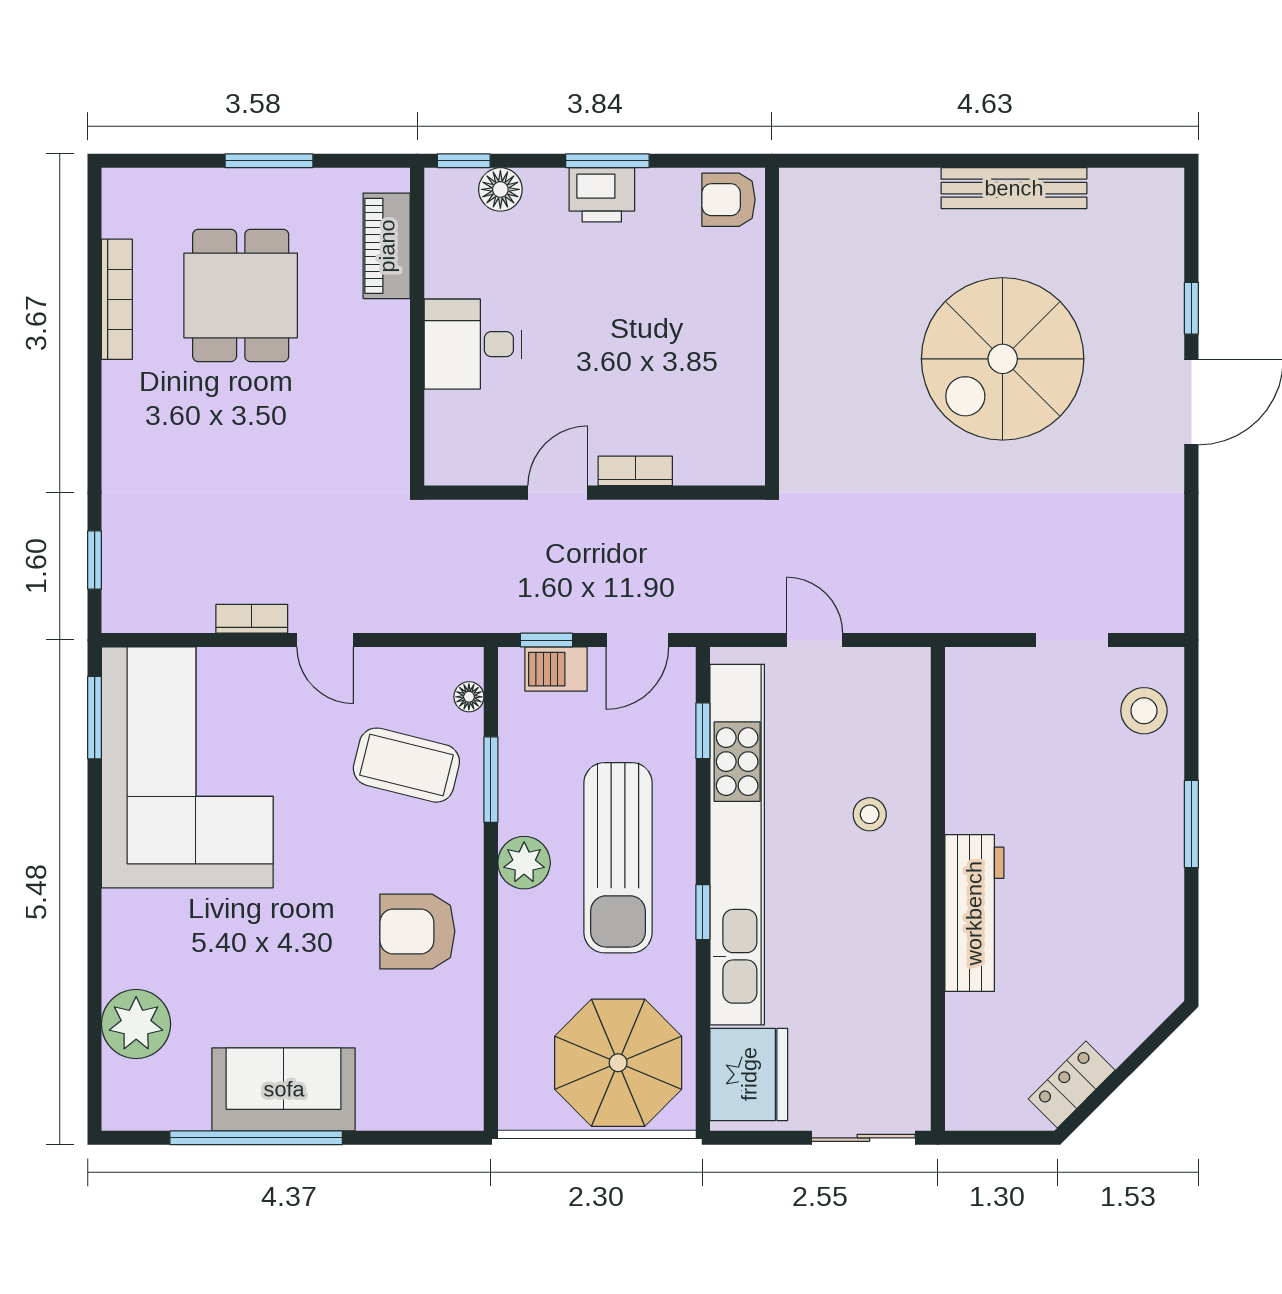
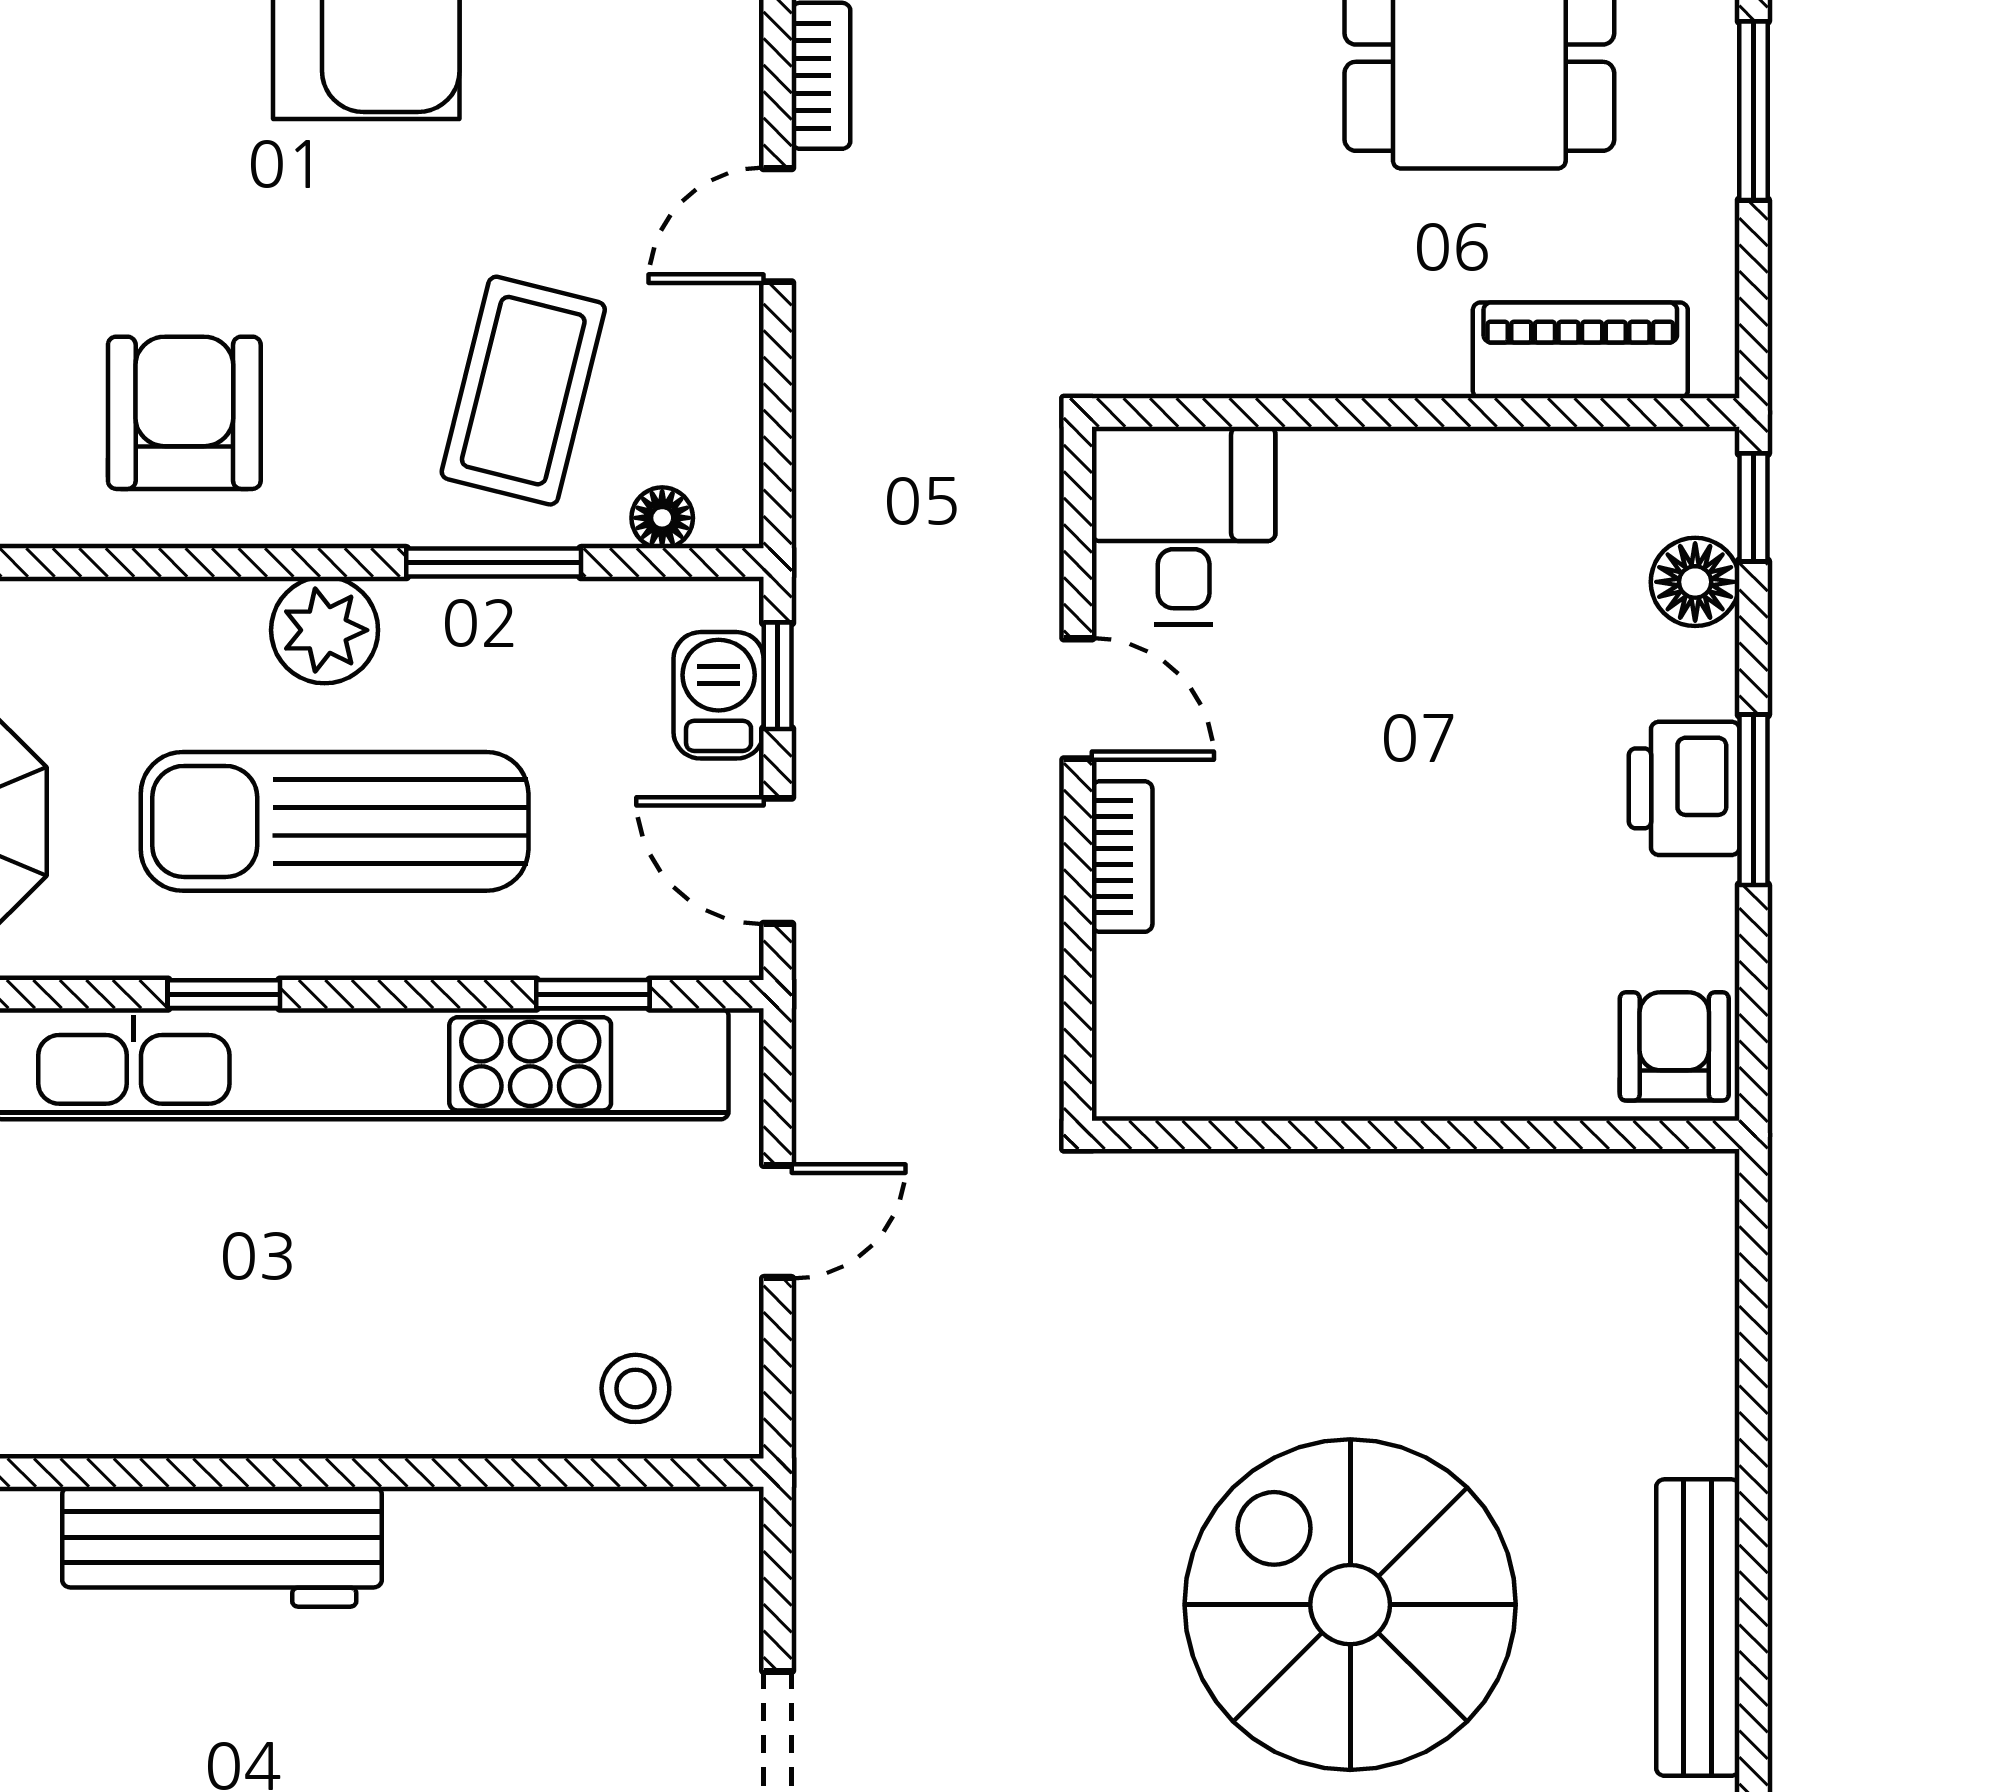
desk: (473, 344) -> (1184, 525), moved
stool: (870, 814) -> (635, 1388), moved

